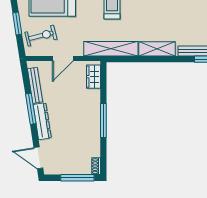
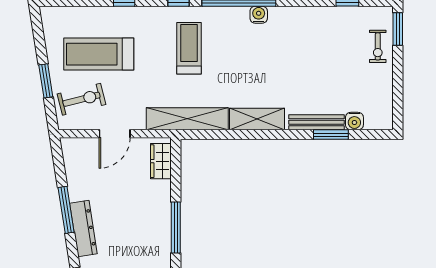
bench: (35, 85) -> (73, 174), removed

